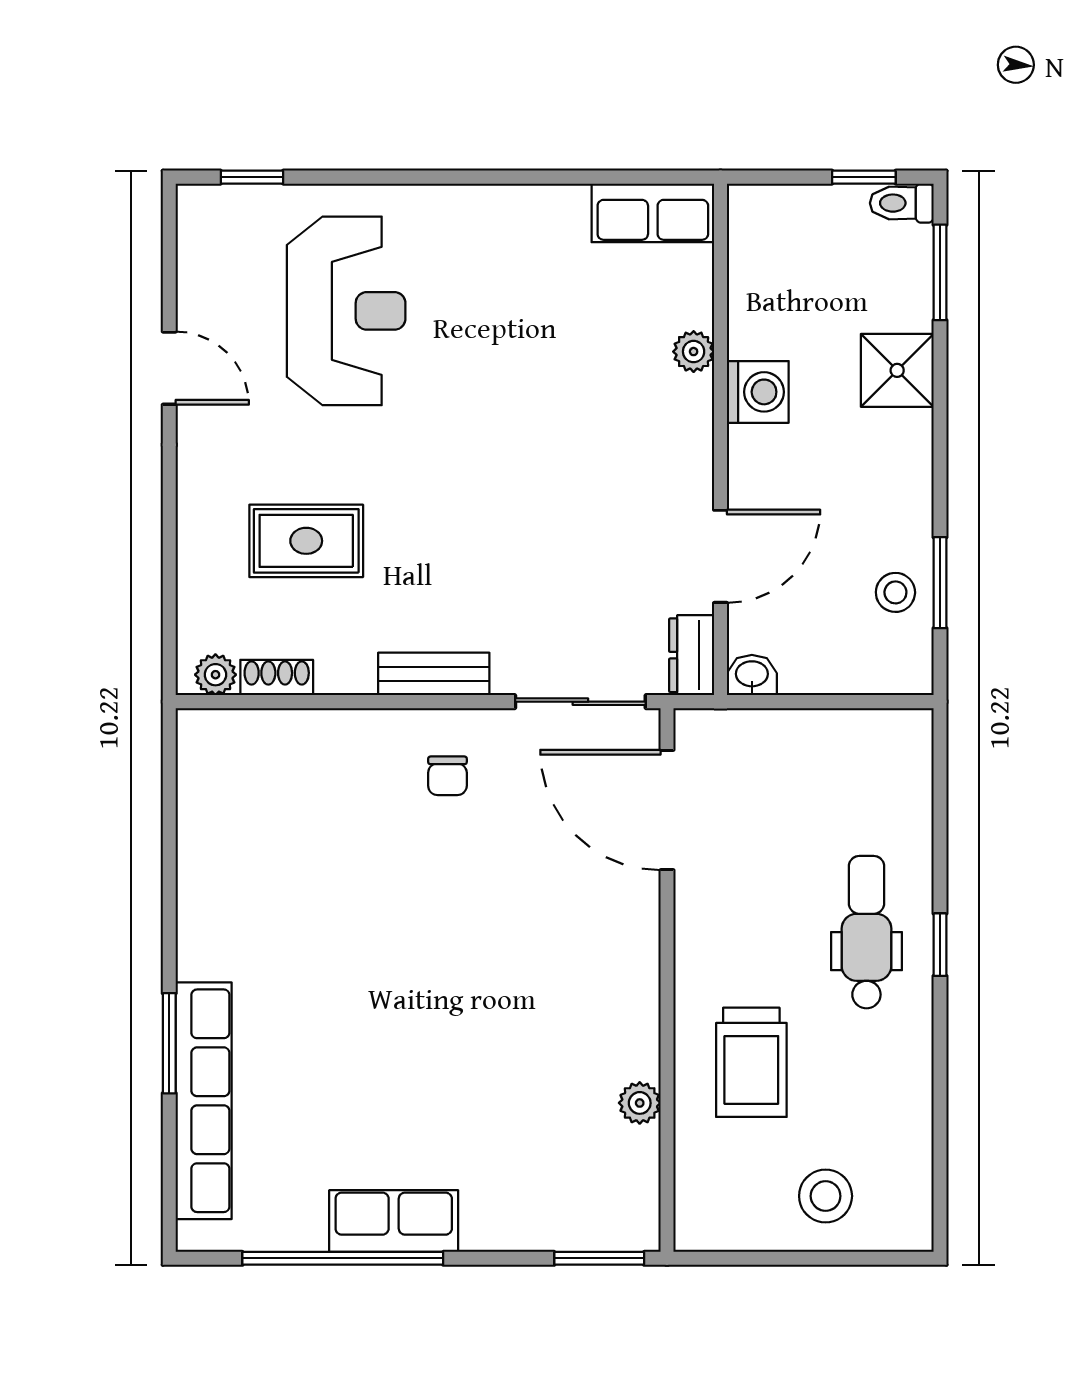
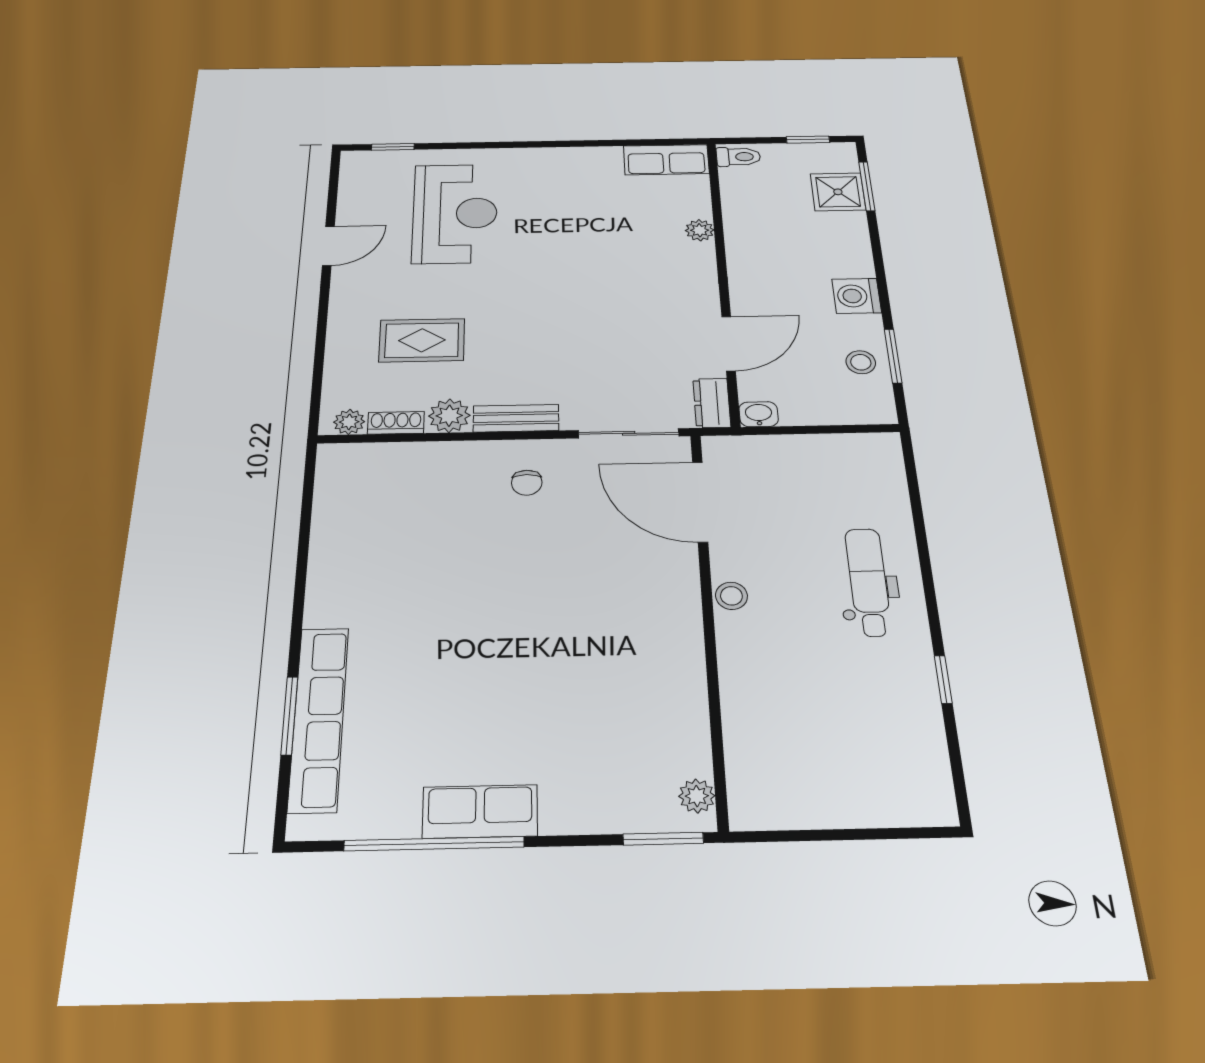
toilet: (902, 203) -> (738, 157), moved, turned 180
door: (169, 368) -> (328, 246), hinge flipped
shower: (897, 370) -> (838, 192), moved
washing machine: (758, 392) -> (857, 296), moved, turned 180
plant: (346, 668) -> (449, 416), added
window: (940, 945) -> (943, 679), moved
window: (169, 1043) -> (289, 716), moved
trolley: (751, 1062) -> (784, 679), removed
plant: (640, 1103) -> (697, 796), moved
stool: (826, 1196) -> (731, 596), moved, width x0.73, depth x0.73

